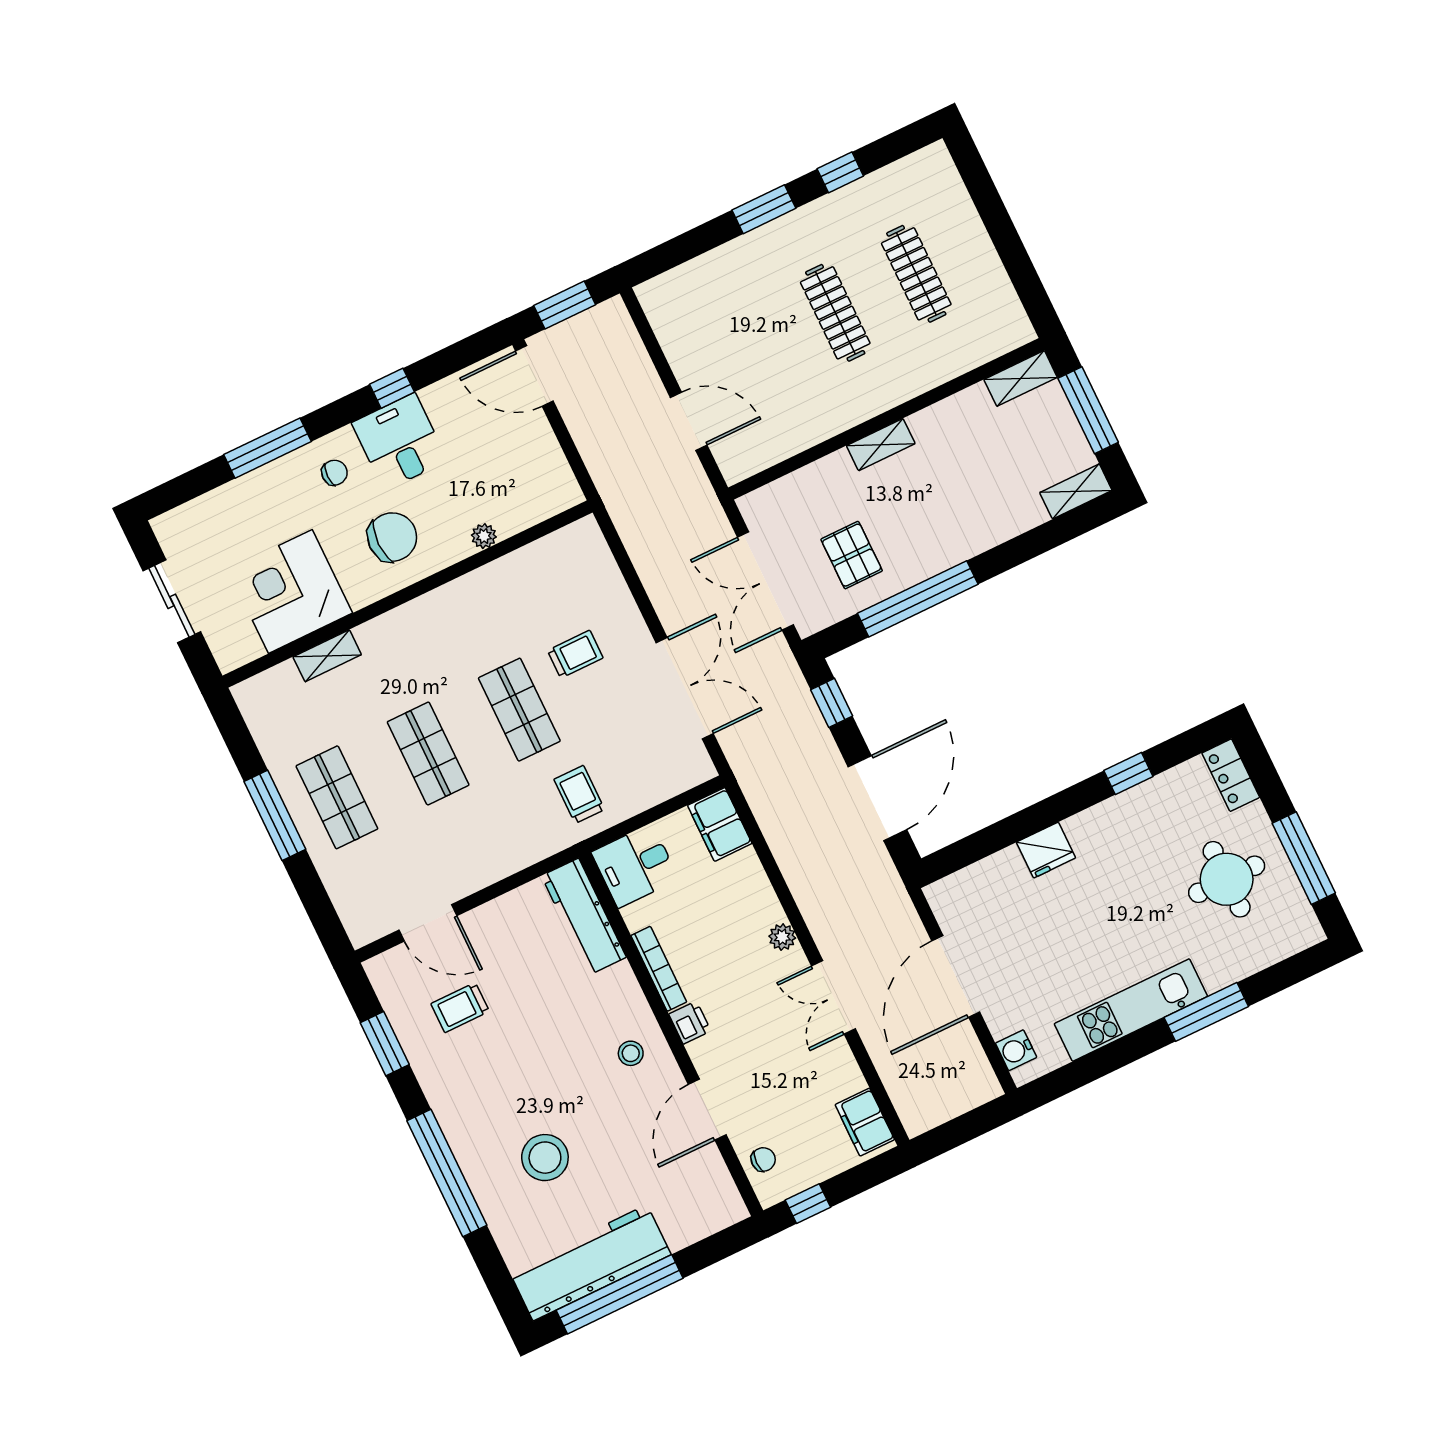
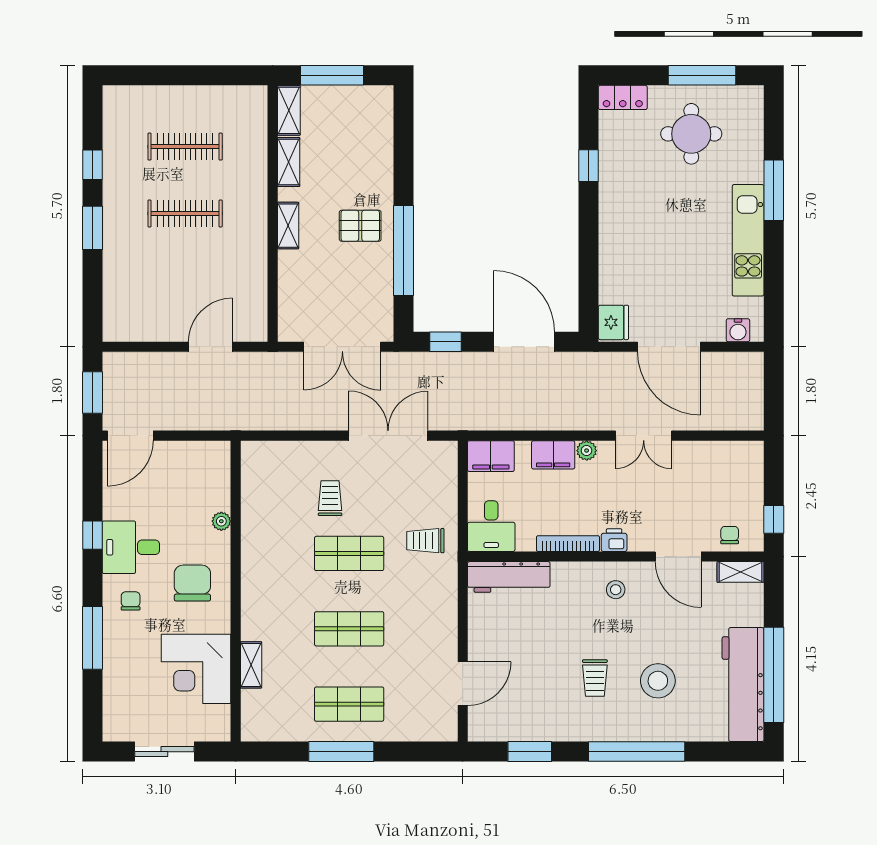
shelving: (1076, 491) -> (289, 162), moved
pallet: (852, 555) -> (360, 226), moved
fridge: (1046, 850) -> (613, 322), moved
trolley: (460, 1008) -> (595, 678), moved
filing cabinet: (865, 1122) -> (553, 455), moved
shelving: (725, 1194) -> (741, 572), added

